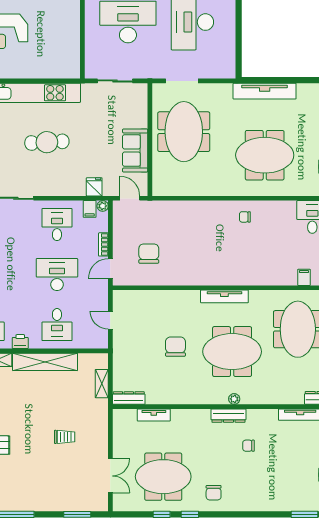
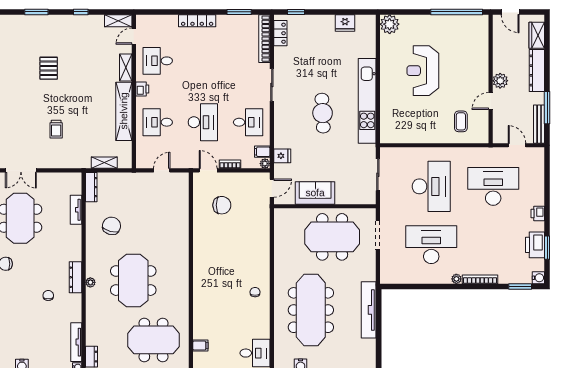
meeting table: (265, 155) -> (311, 310), width x1.36
tv unit: (224, 296) -> (183, 274), removed
chair: (175, 347) -> (111, 226), moved, turned -75

